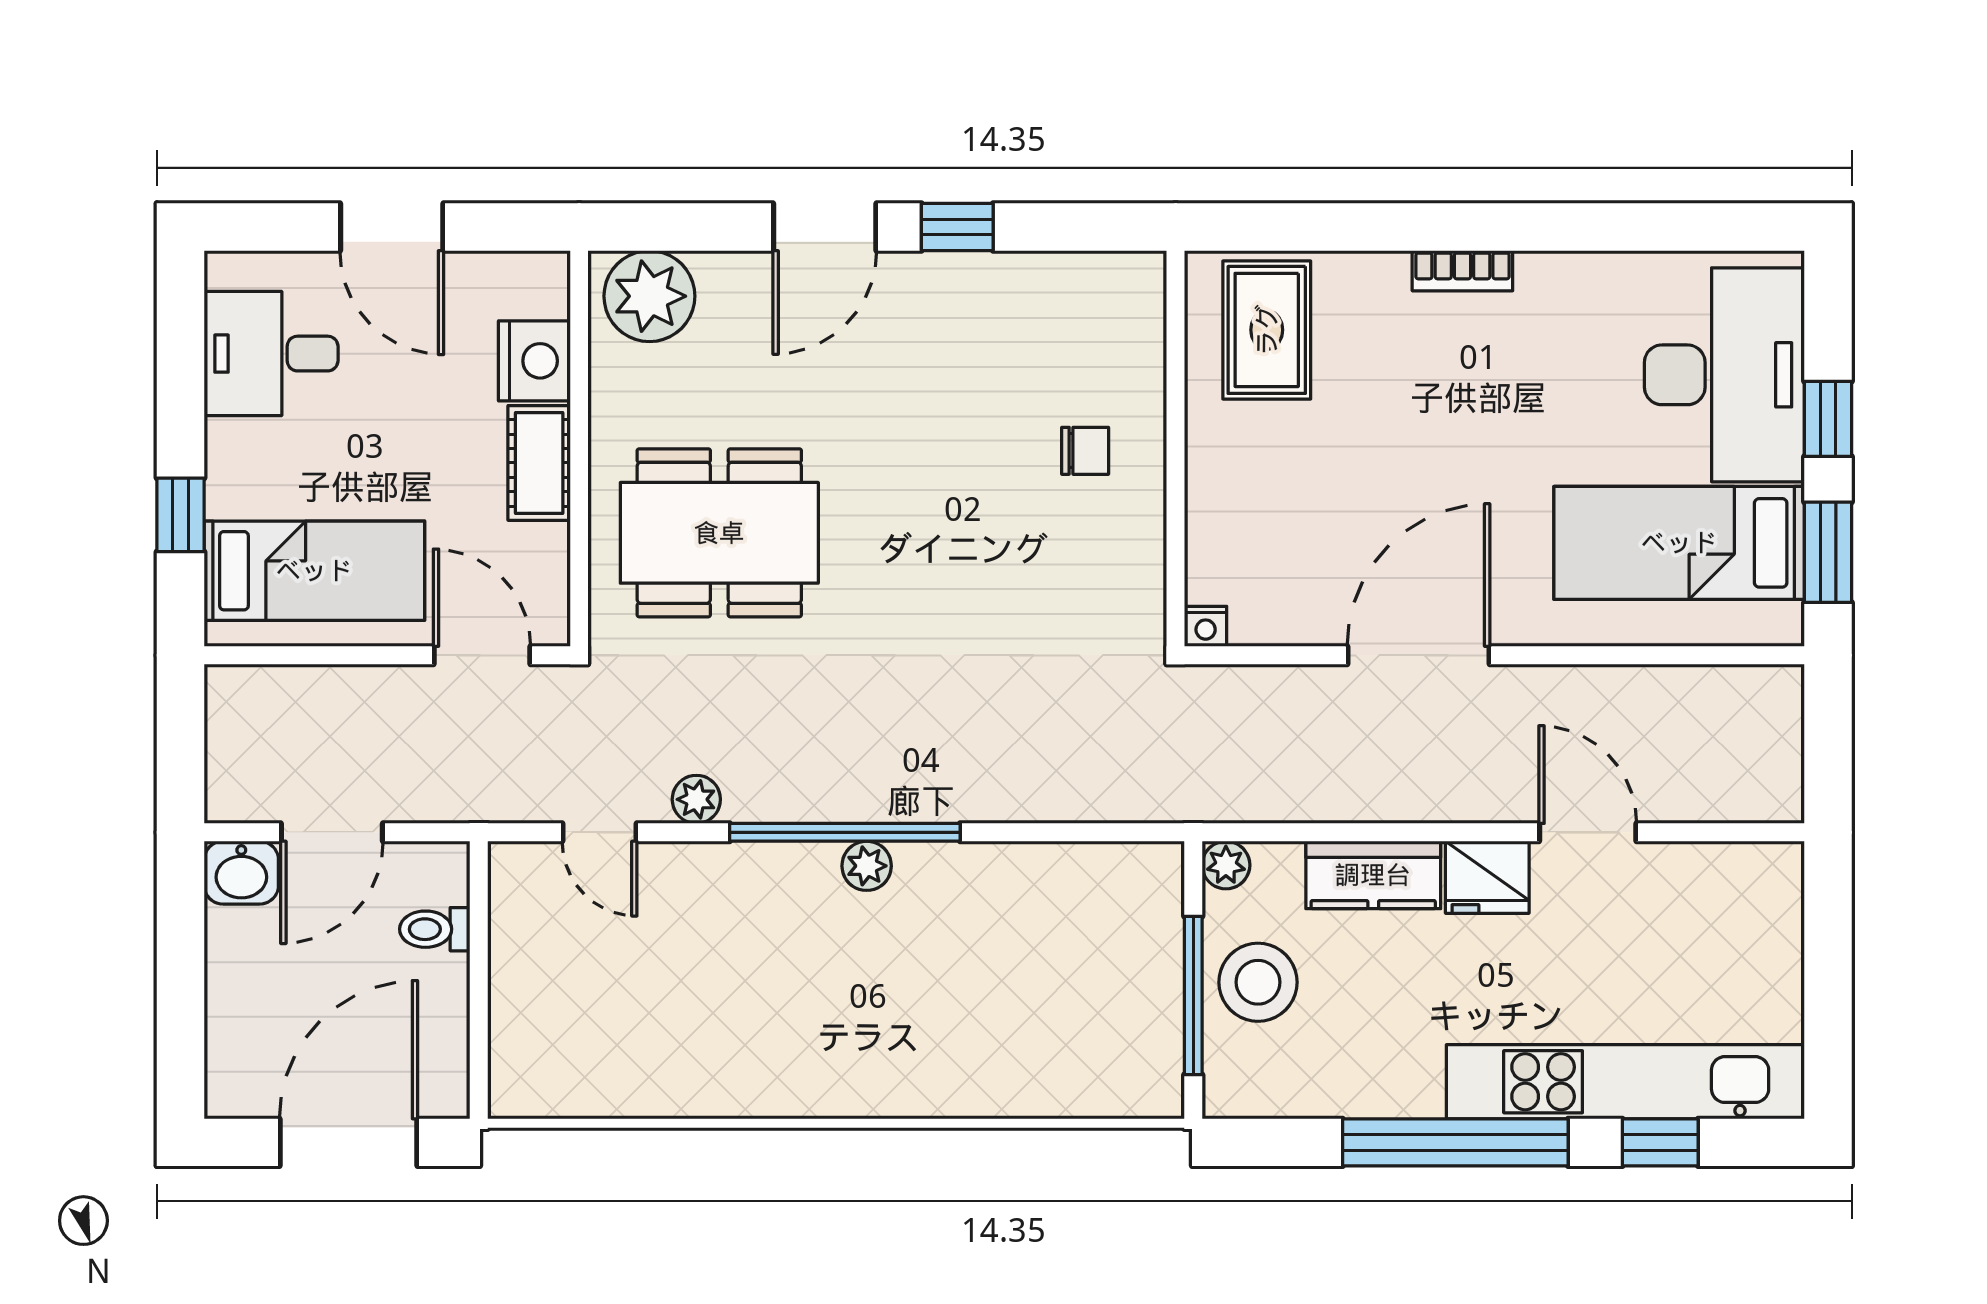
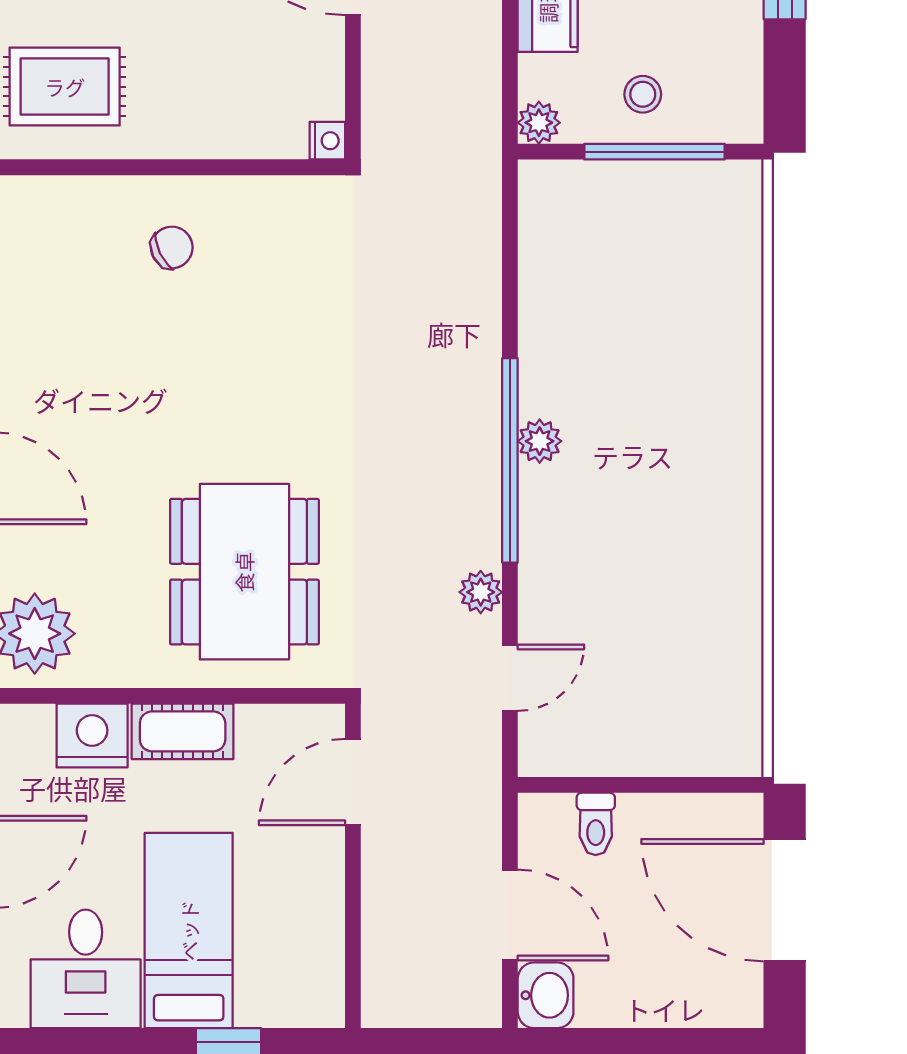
chair: (1085, 451) -> (172, 247), turned 64
bed: (314, 571) -> (189, 930), moved
stool: (1258, 982) -> (643, 94), width x0.53, depth x0.53

